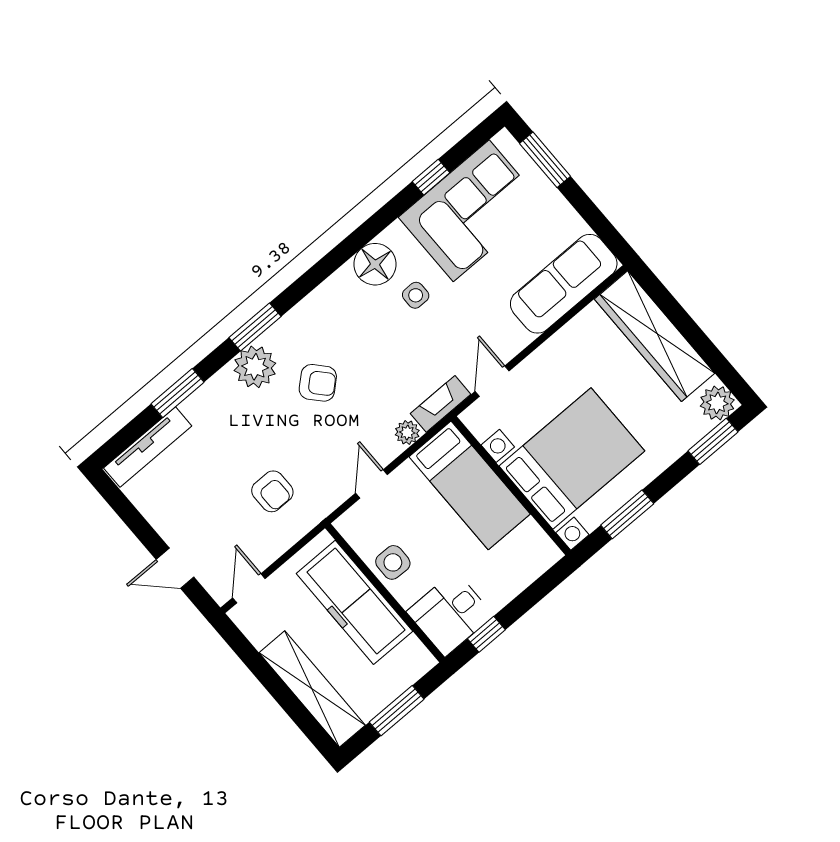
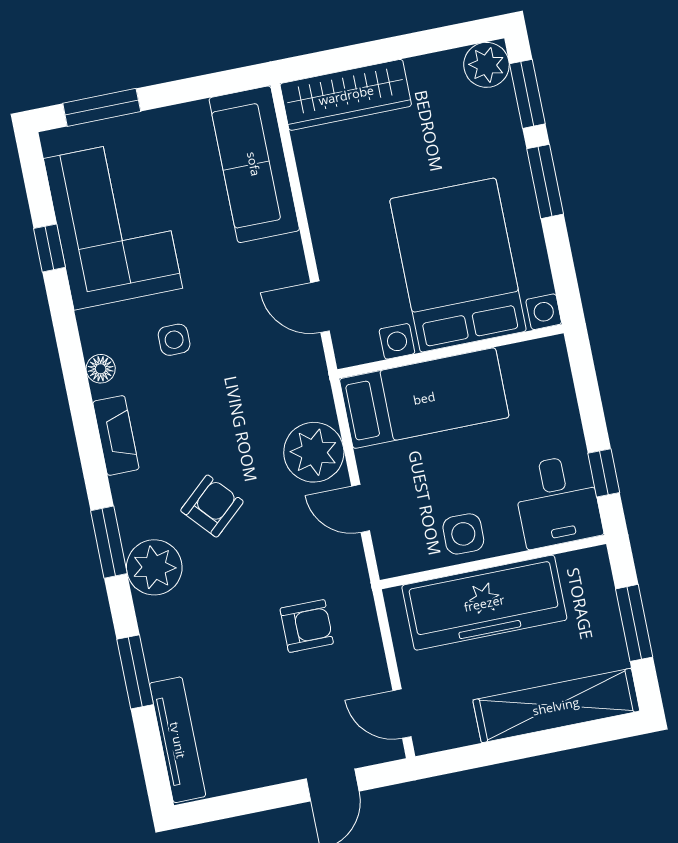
floor lamp: (375, 264) -> (101, 369), width x0.53, depth x0.53
wardrobe: (655, 336) -> (346, 95), width x0.71, depth x0.85
fireplace: (441, 404) -> (116, 435), moved, turned 180
plant: (407, 433) -> (314, 452), width x1.87, depth x1.87
window: (627, 514) -> (545, 181), moved

